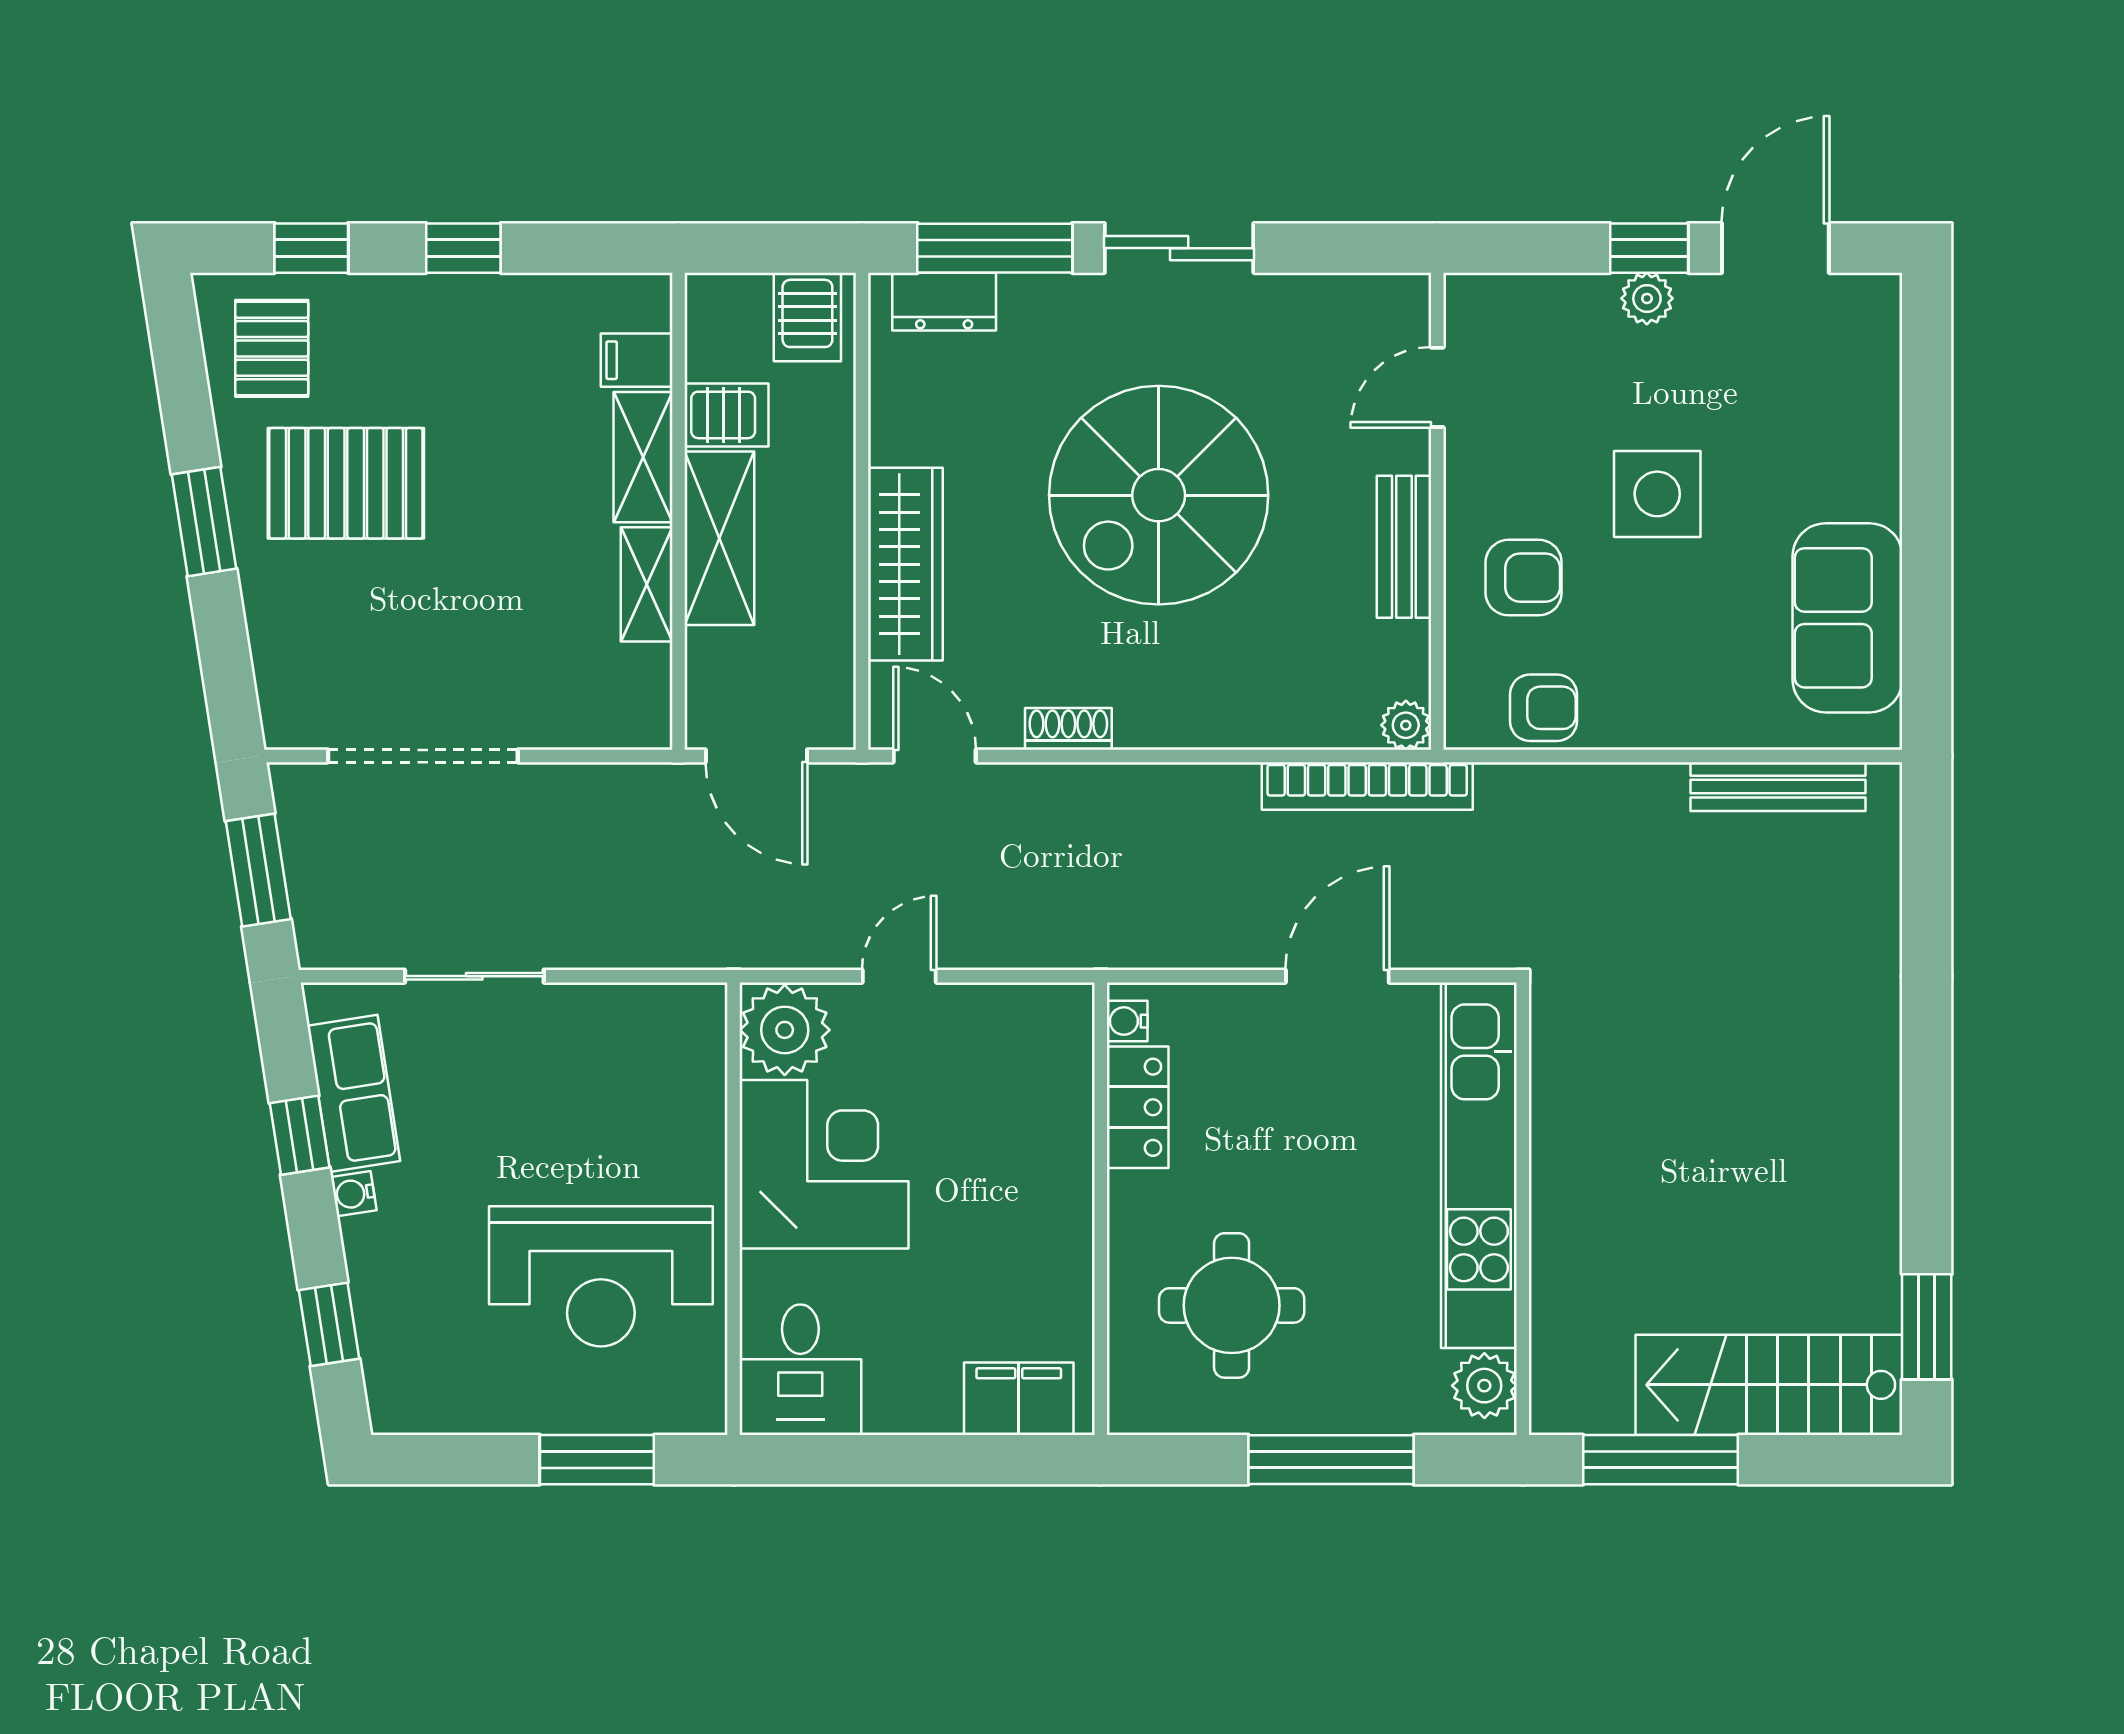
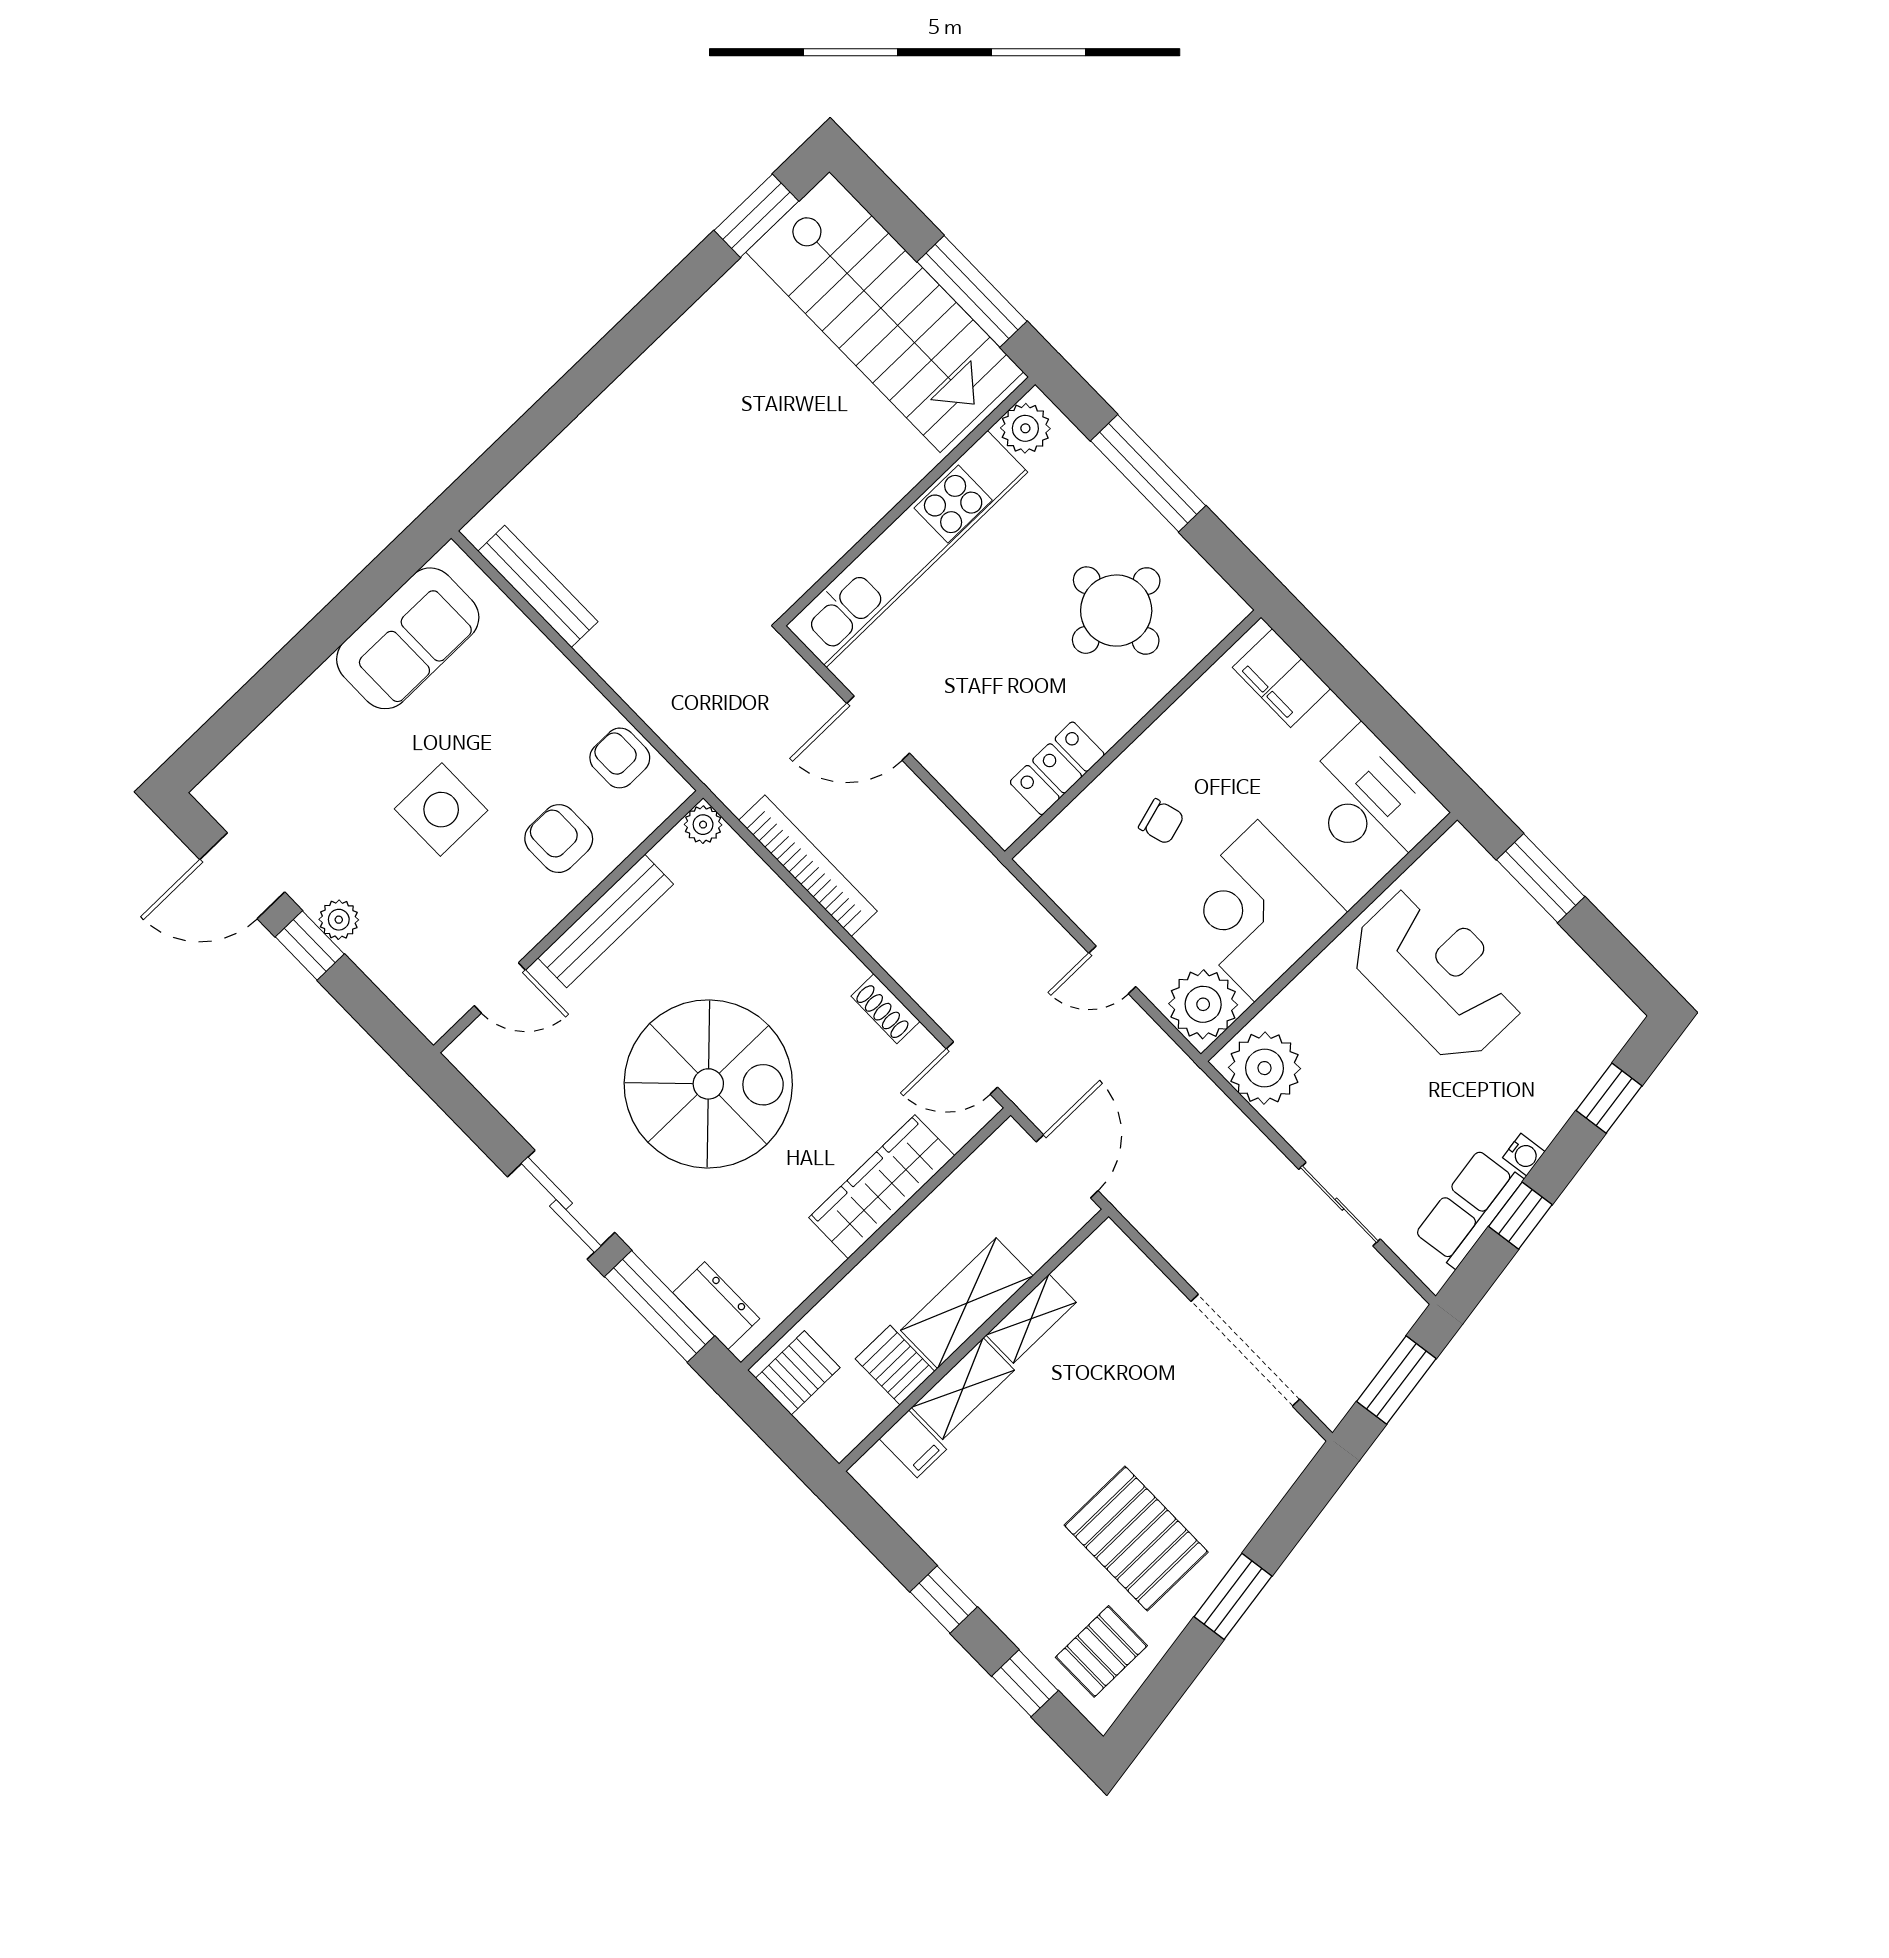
bench: (1404, 547) -> (606, 921), width x1.36
door: (935, 756) -> (972, 1068), hinge flipped
bookcase: (1367, 786) -> (808, 866), moved
water cooler: (1127, 1021) -> (1015, 820), removed
plant: (669, 1030) -> (1264, 1068), added
chair: (993, 1156) -> (1161, 822), added
desk: (800, 1370) -> (1370, 802), width x1.37
stairs: (1769, 1385) -> (885, 312), width x1.36, depth x1.51

